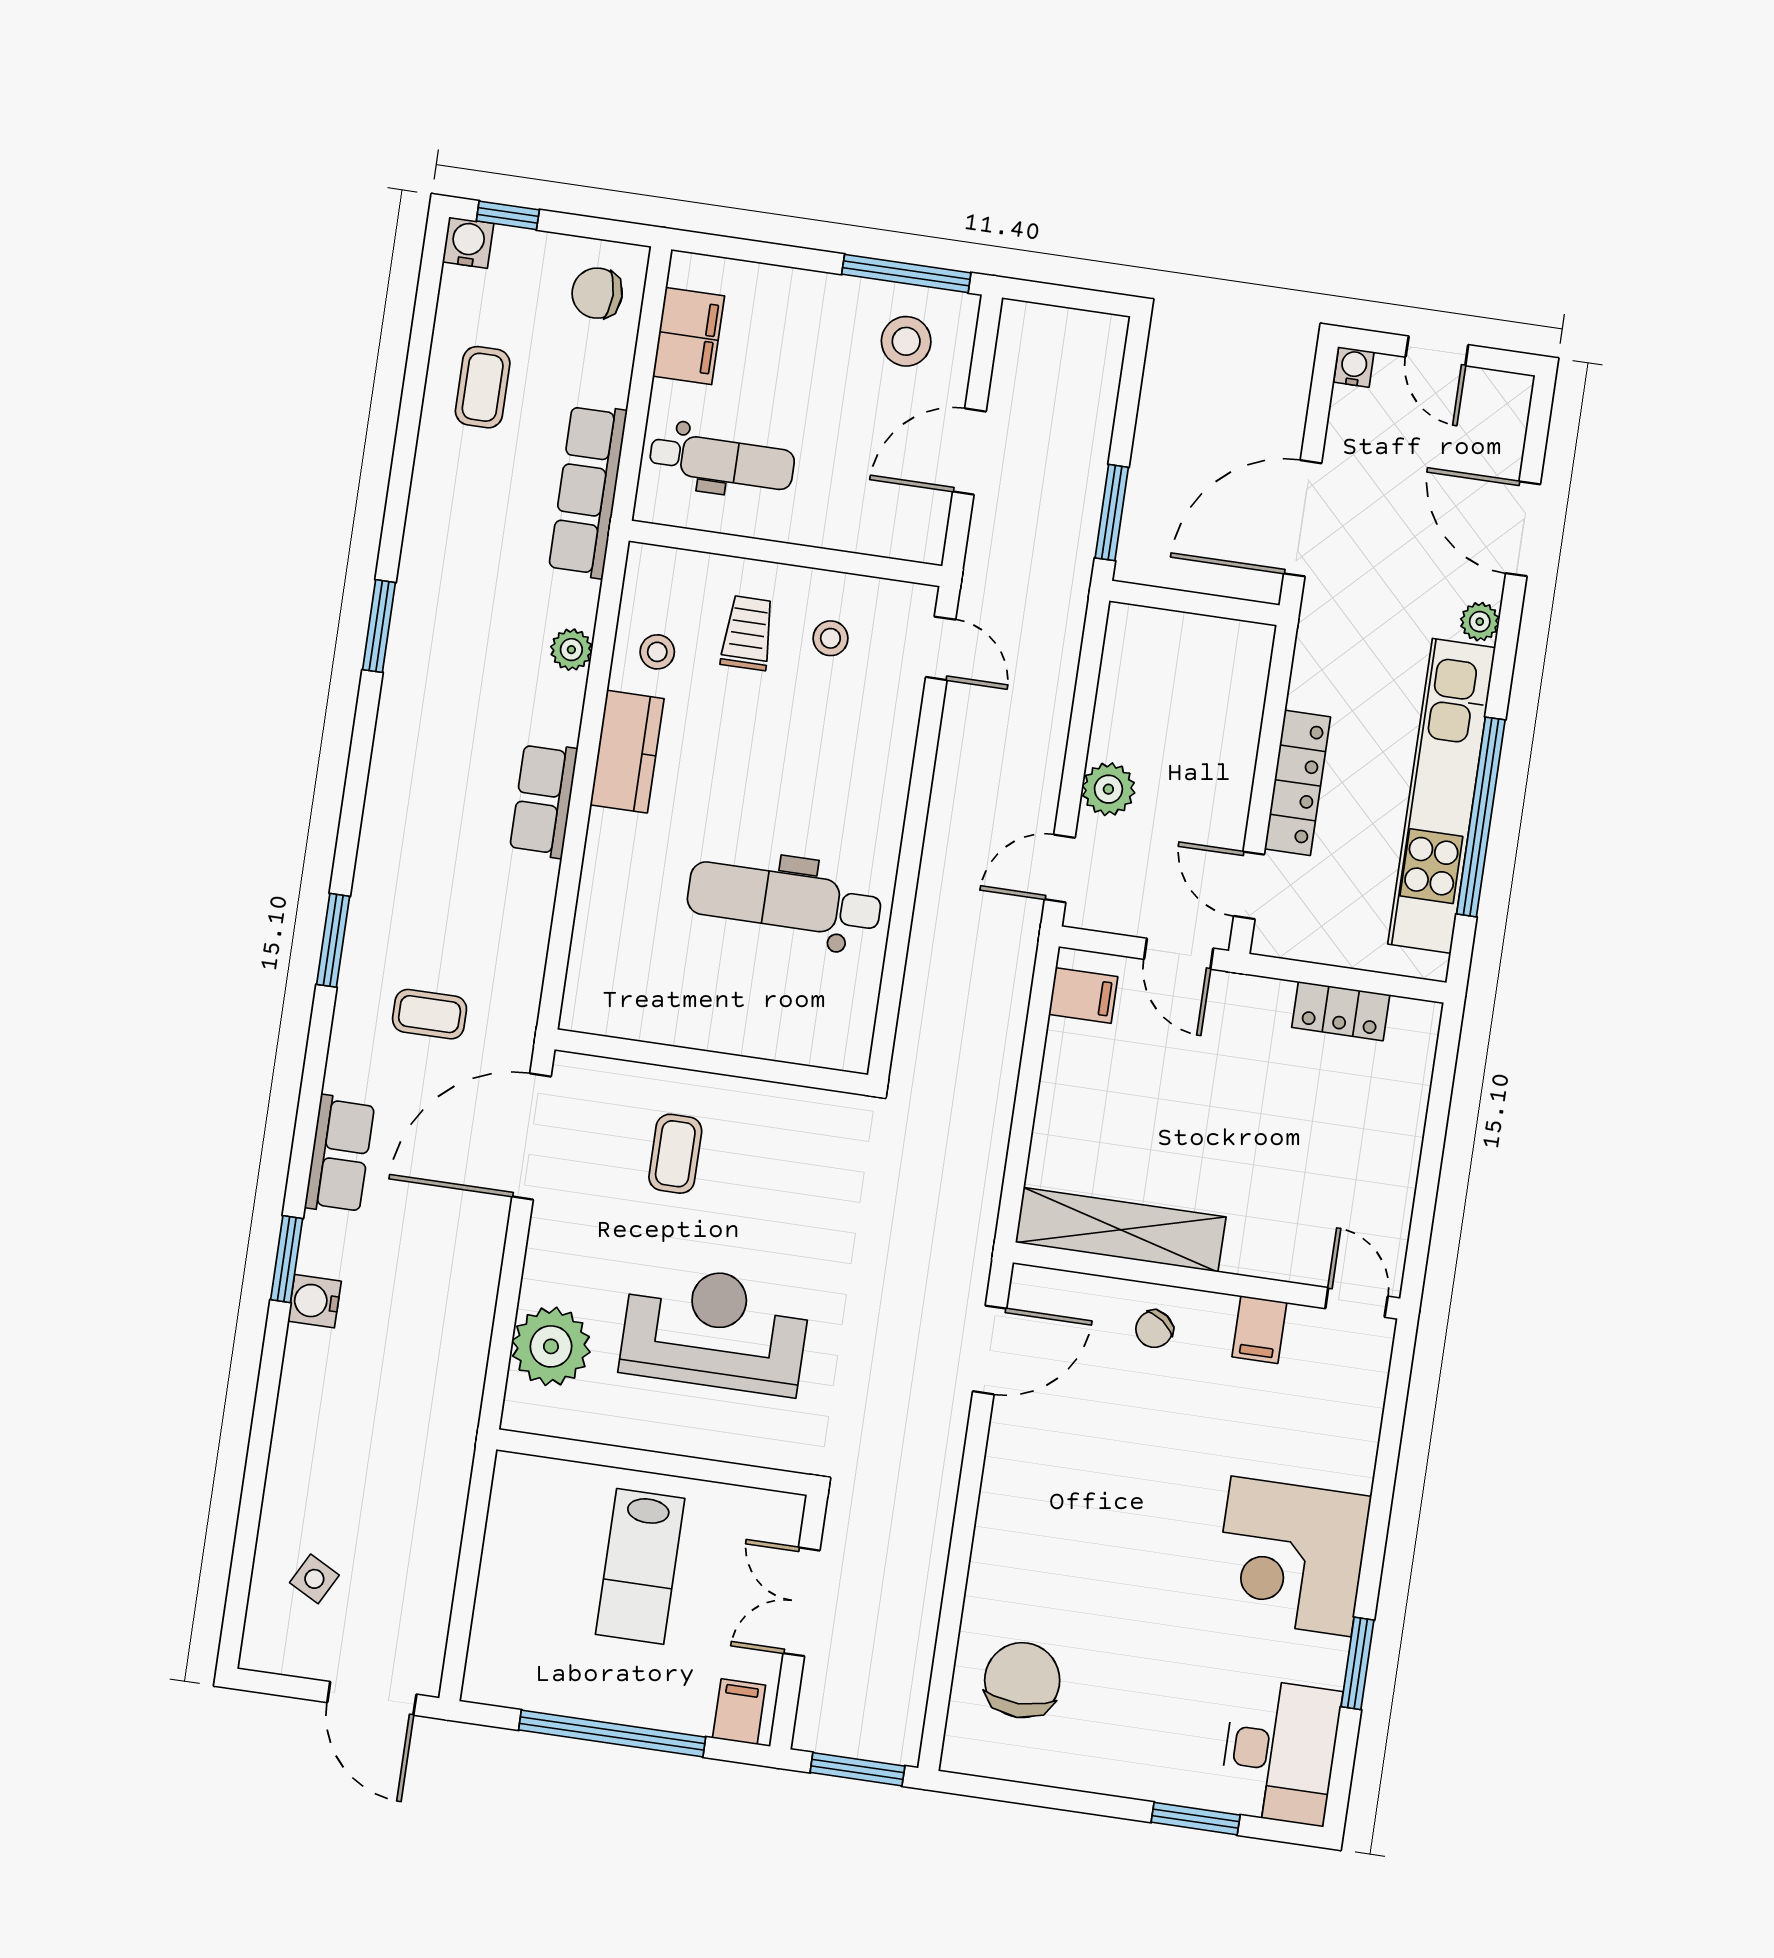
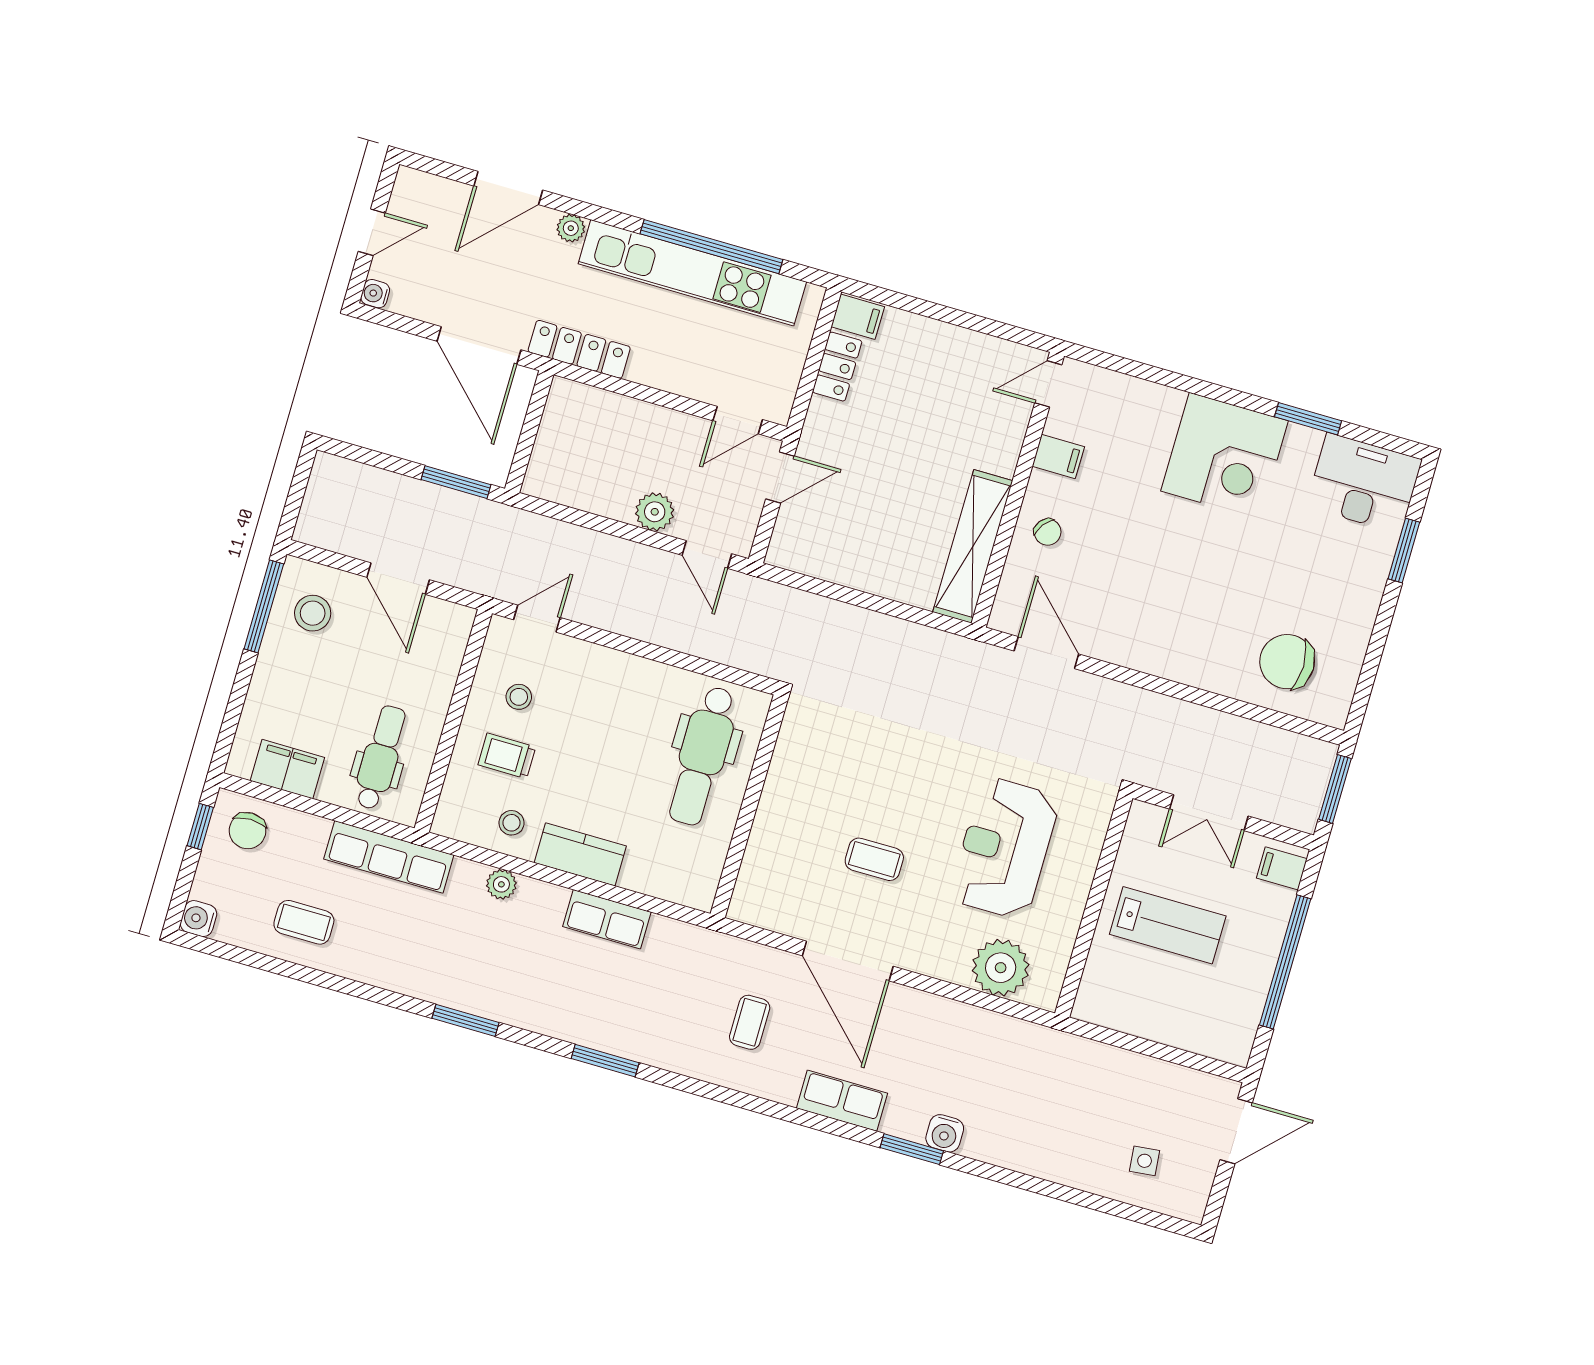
window: (508, 215) -> (200, 827), moved
locker: (1297, 783) -> (579, 349), moved
window: (333, 940) -> (605, 1061), moved
filing cabinet: (1083, 996) -> (858, 317), moved, turned 90
wall: (711, 1062) -> (749, 806), moved
side table: (314, 1579) -> (1145, 1161), turned -34

